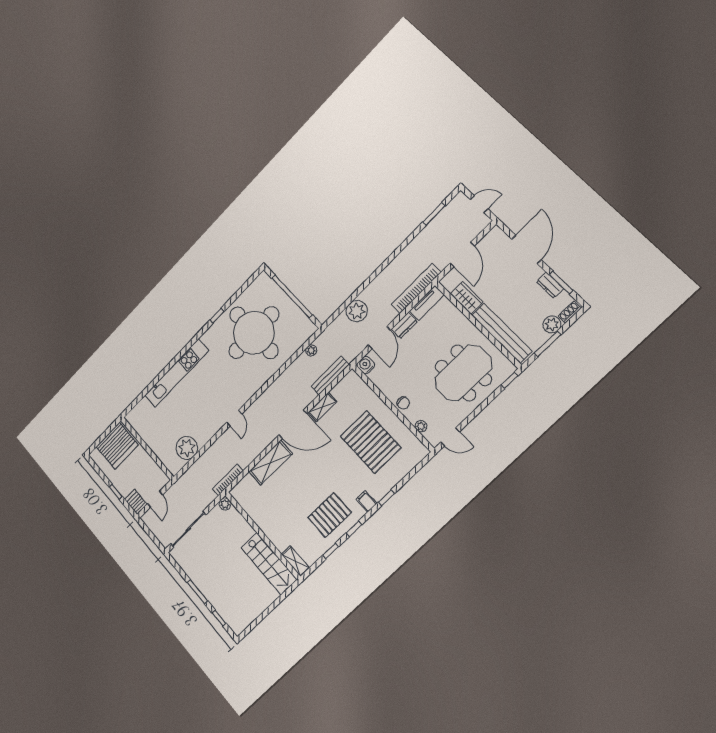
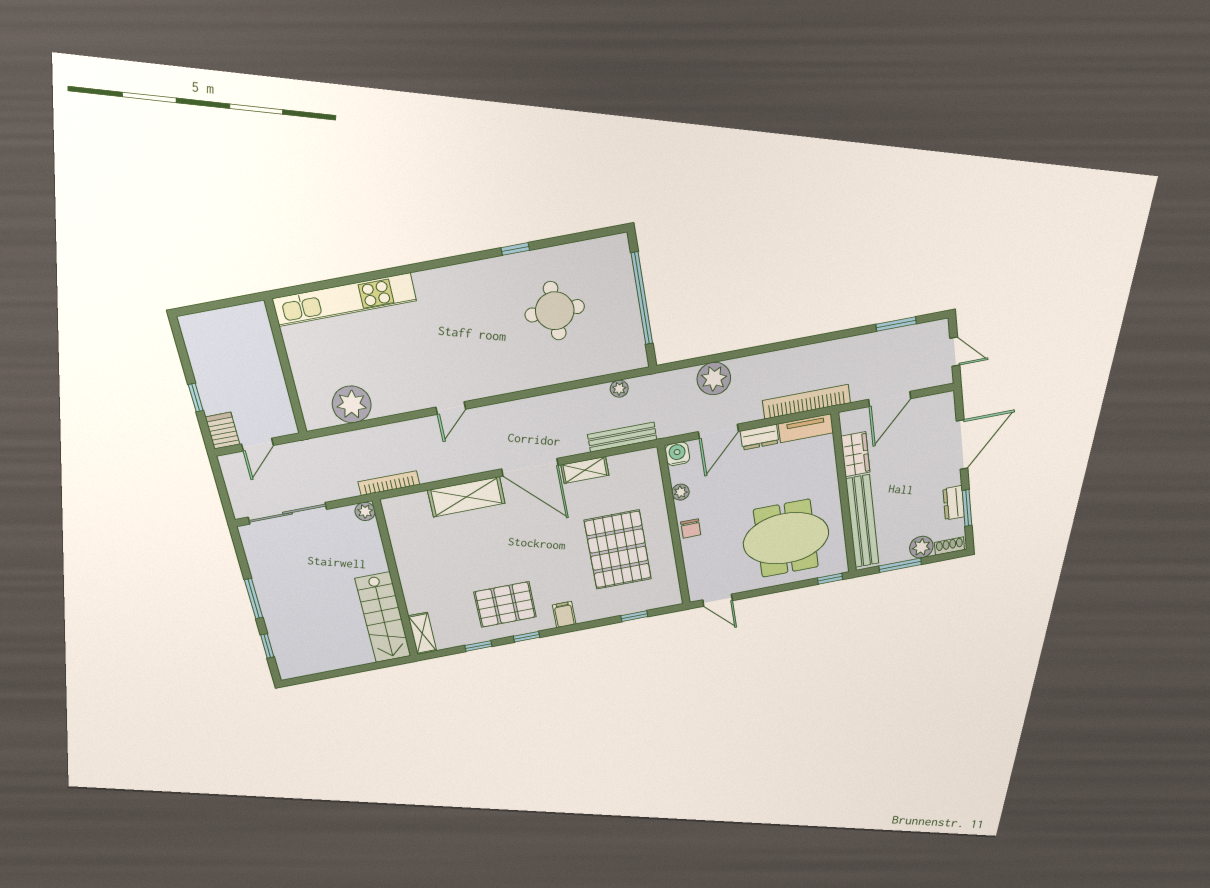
round table: (254, 333) -> (555, 311), width x0.54, depth x0.54
kitchen unit: (176, 373) -> (344, 300), moved
plant: (421, 426) -> (681, 492), moved
server rack: (117, 446) -> (236, 333), removed
window: (386, 498) -> (634, 616), moved

